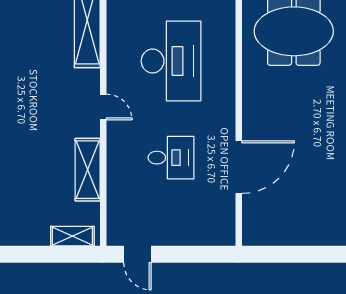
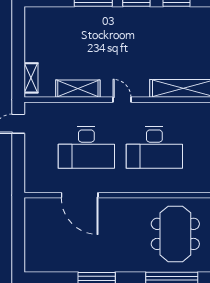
door: (103, 107) -> (122, 100), swing flipped
desk: (171, 158) -> (86, 147), width x1.87, depth x1.30

